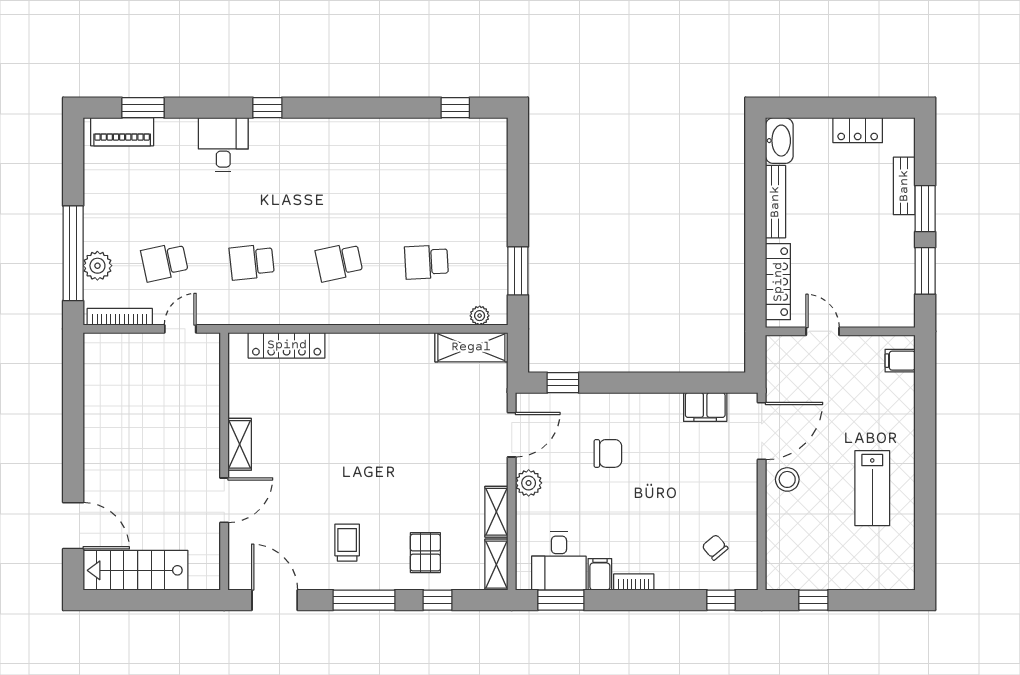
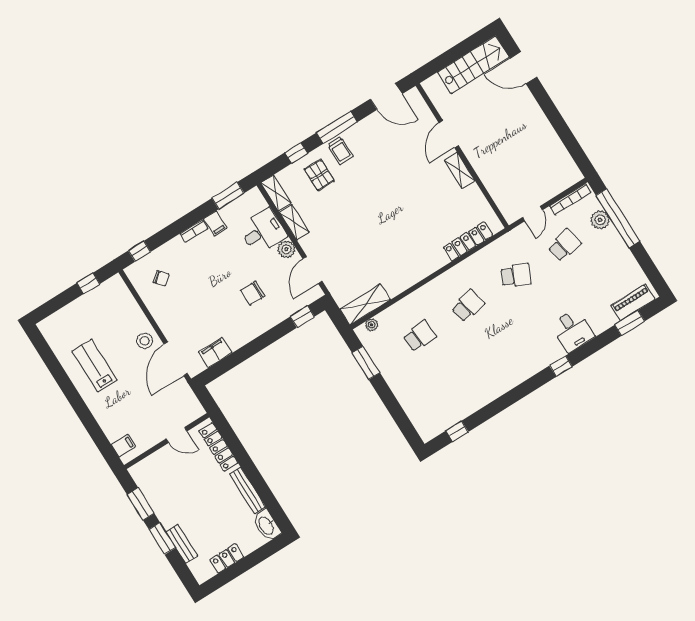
school desk: (252, 262) -> (516, 275), turned 30
trolley: (347, 543) -> (340, 150), moved
desk: (559, 561) -> (263, 231), moved, turned 90

